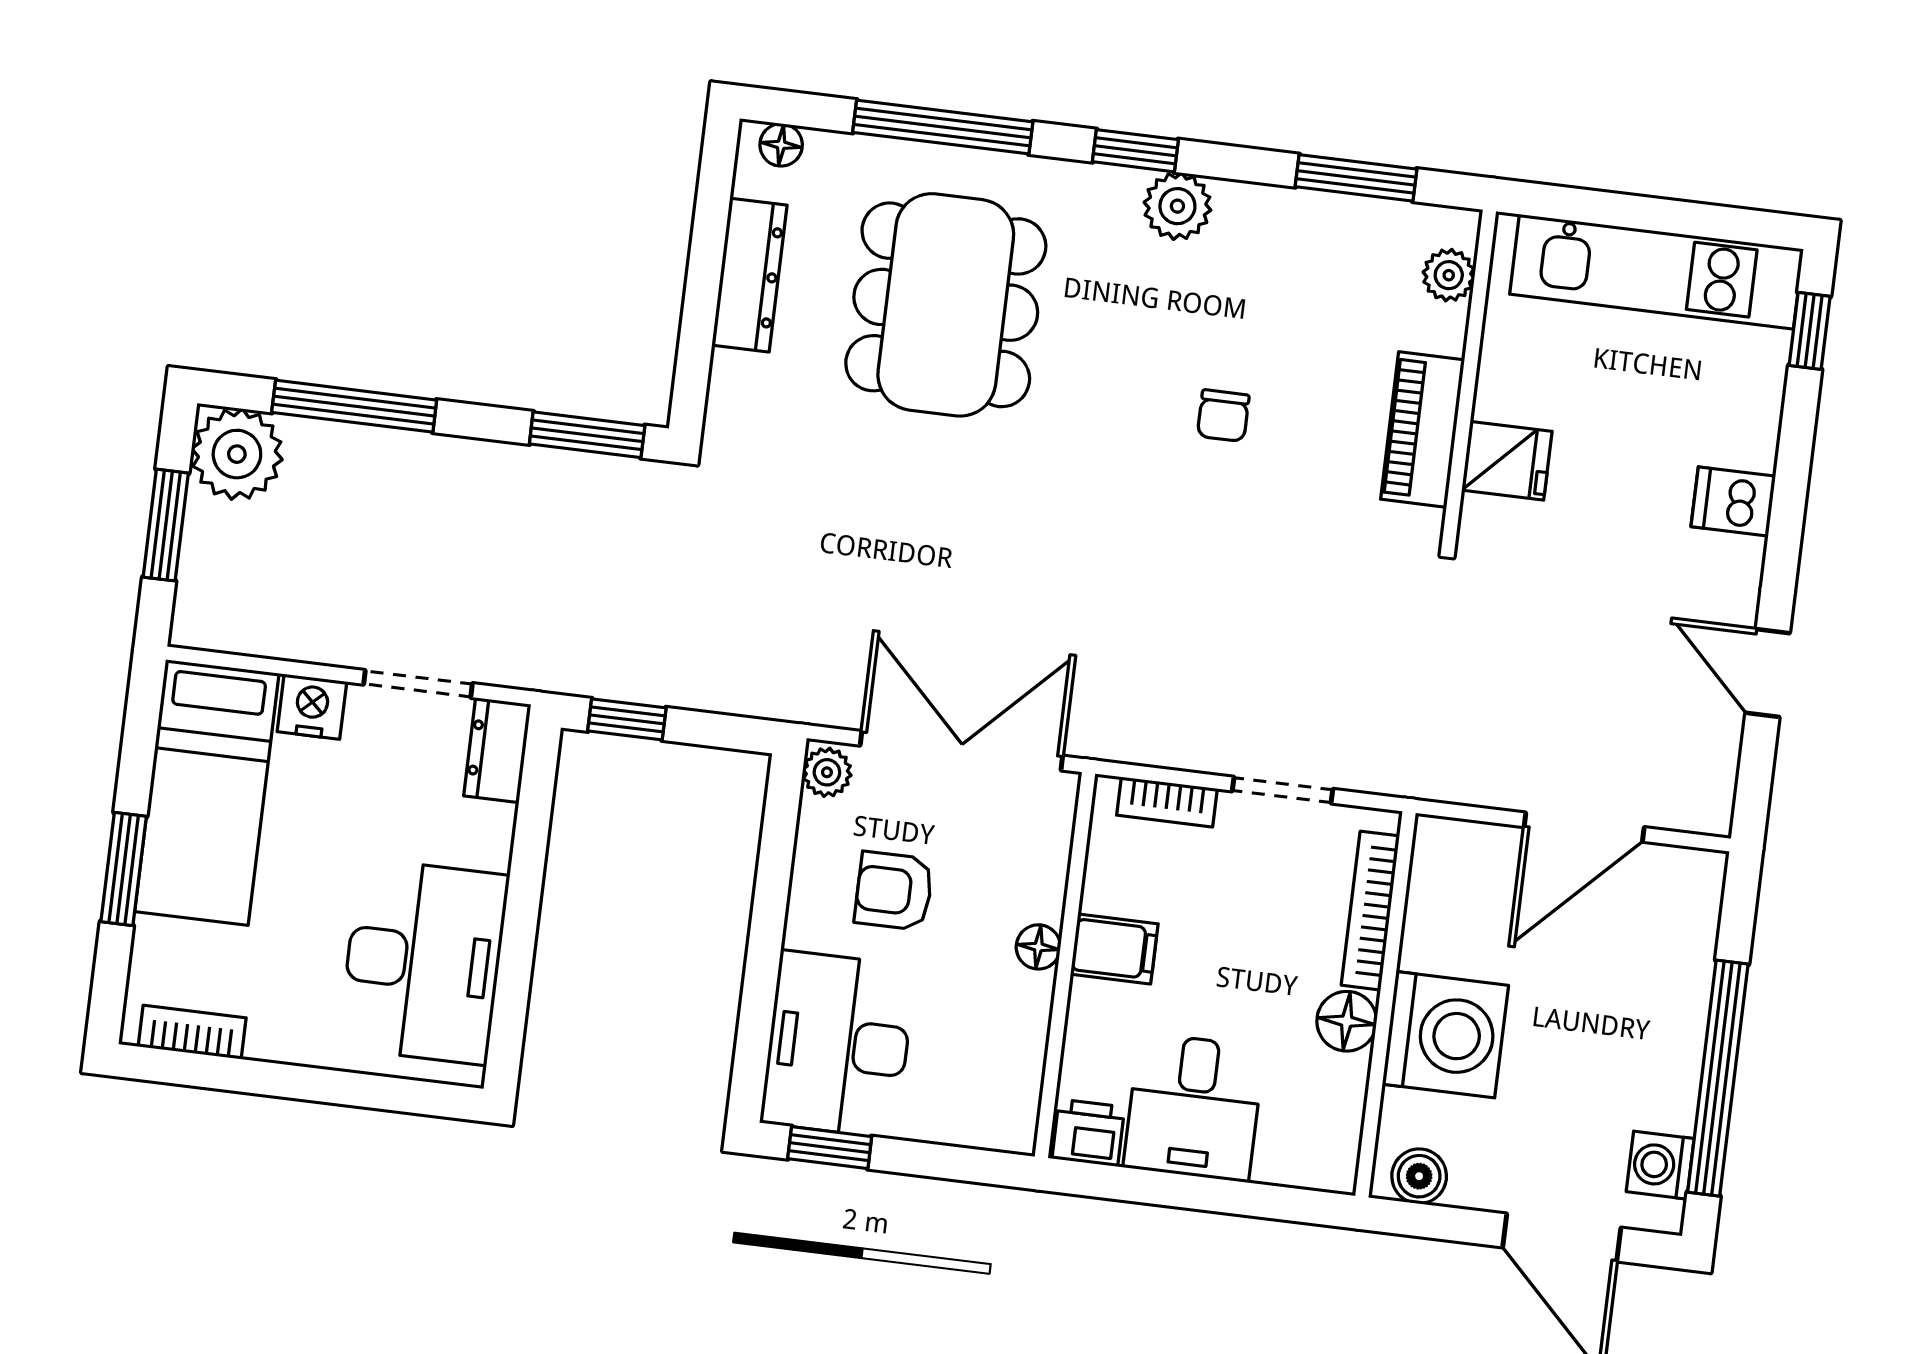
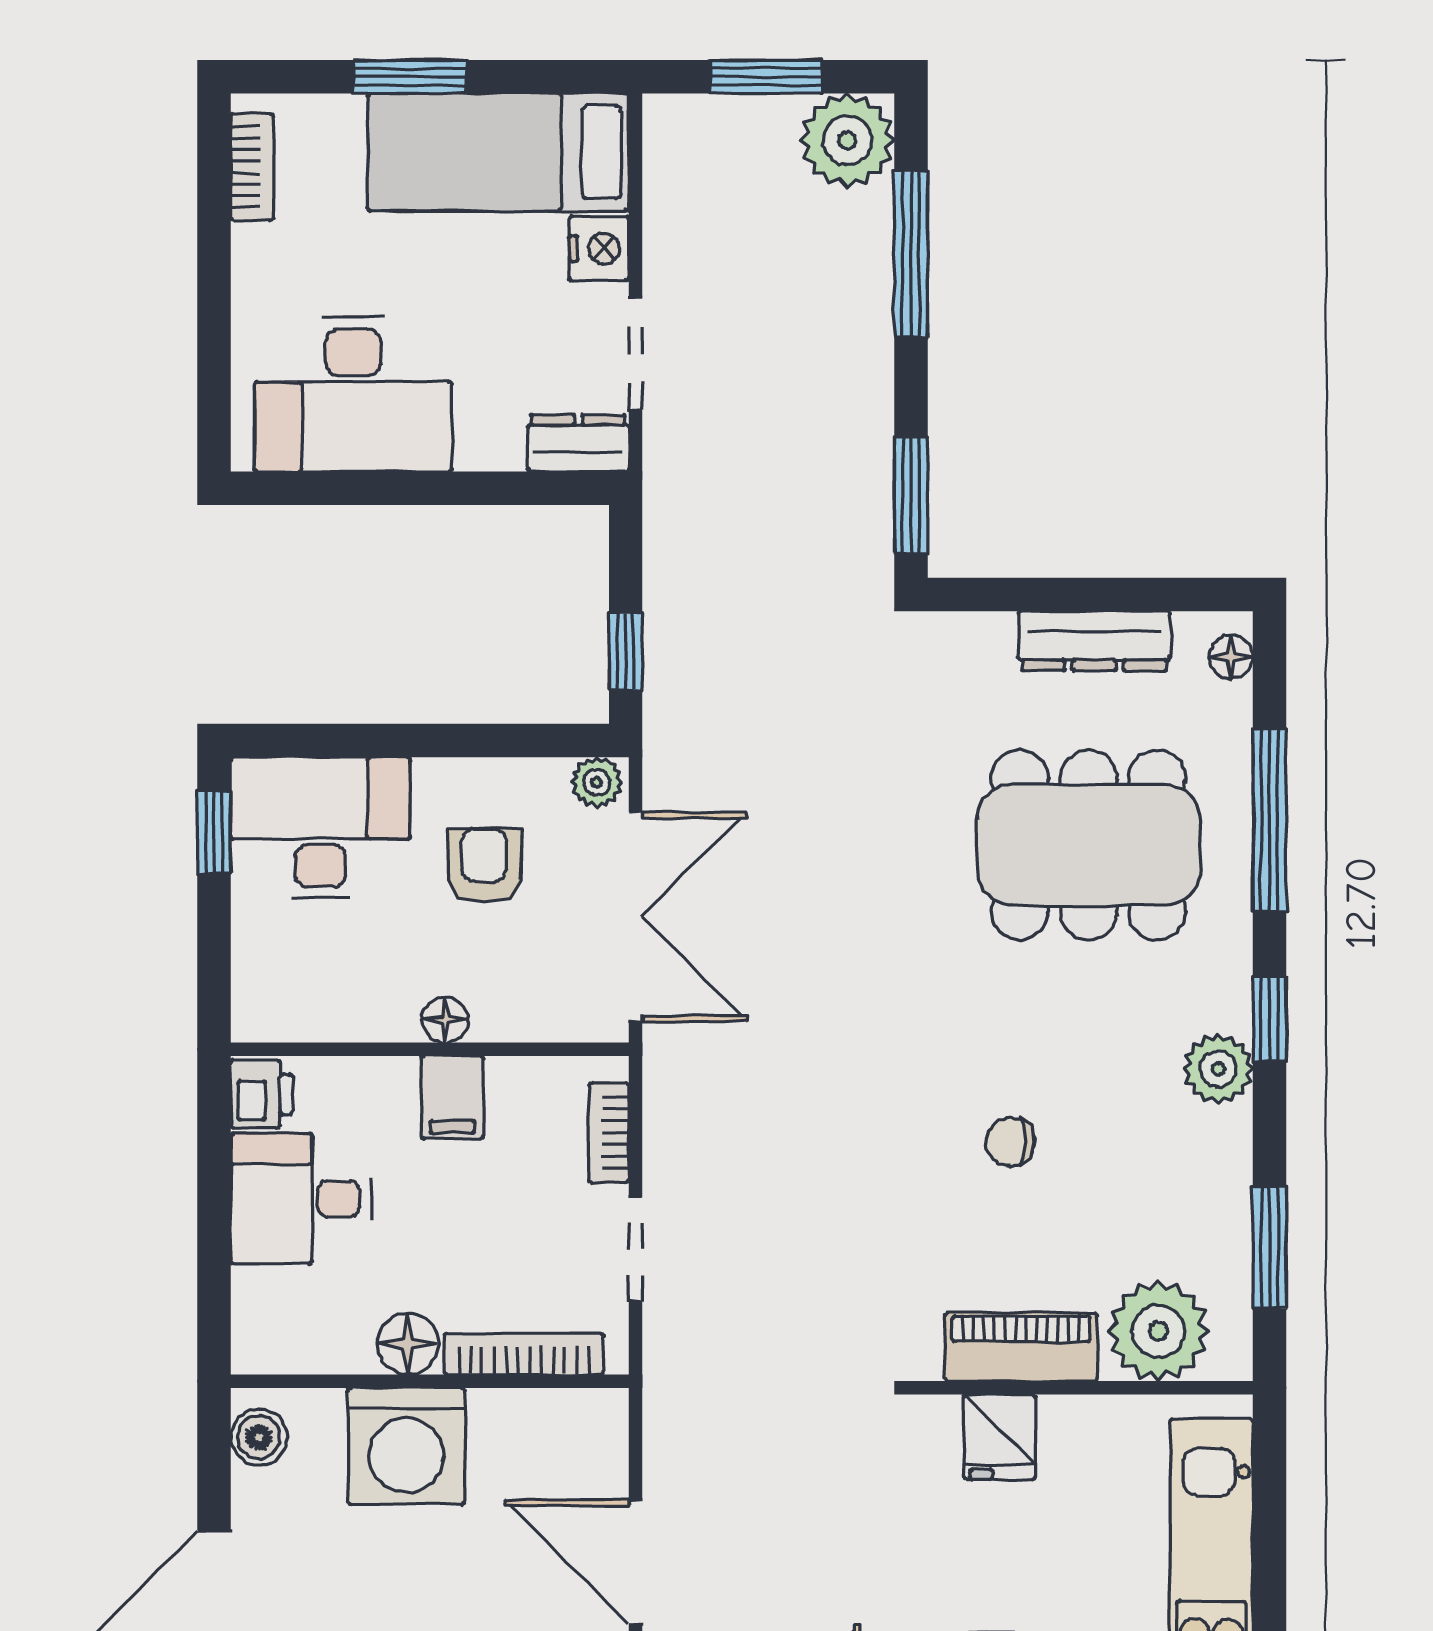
plant: (1449, 275) -> (1158, 1331), width x1.87, depth x1.87
window: (627, 719) -> (626, 651), moved

